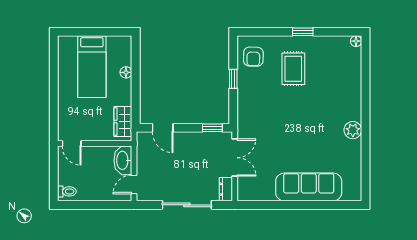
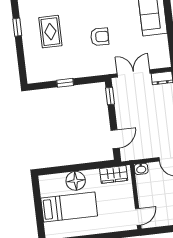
armchair: (253, 57) -> (100, 37), moved
rug: (293, 69) -> (50, 32), turned 90
floor lamp: (126, 72) -> (76, 181), width x1.89, depth x1.89
washbasin: (123, 160) -> (141, 169), width x0.52, depth x0.69

